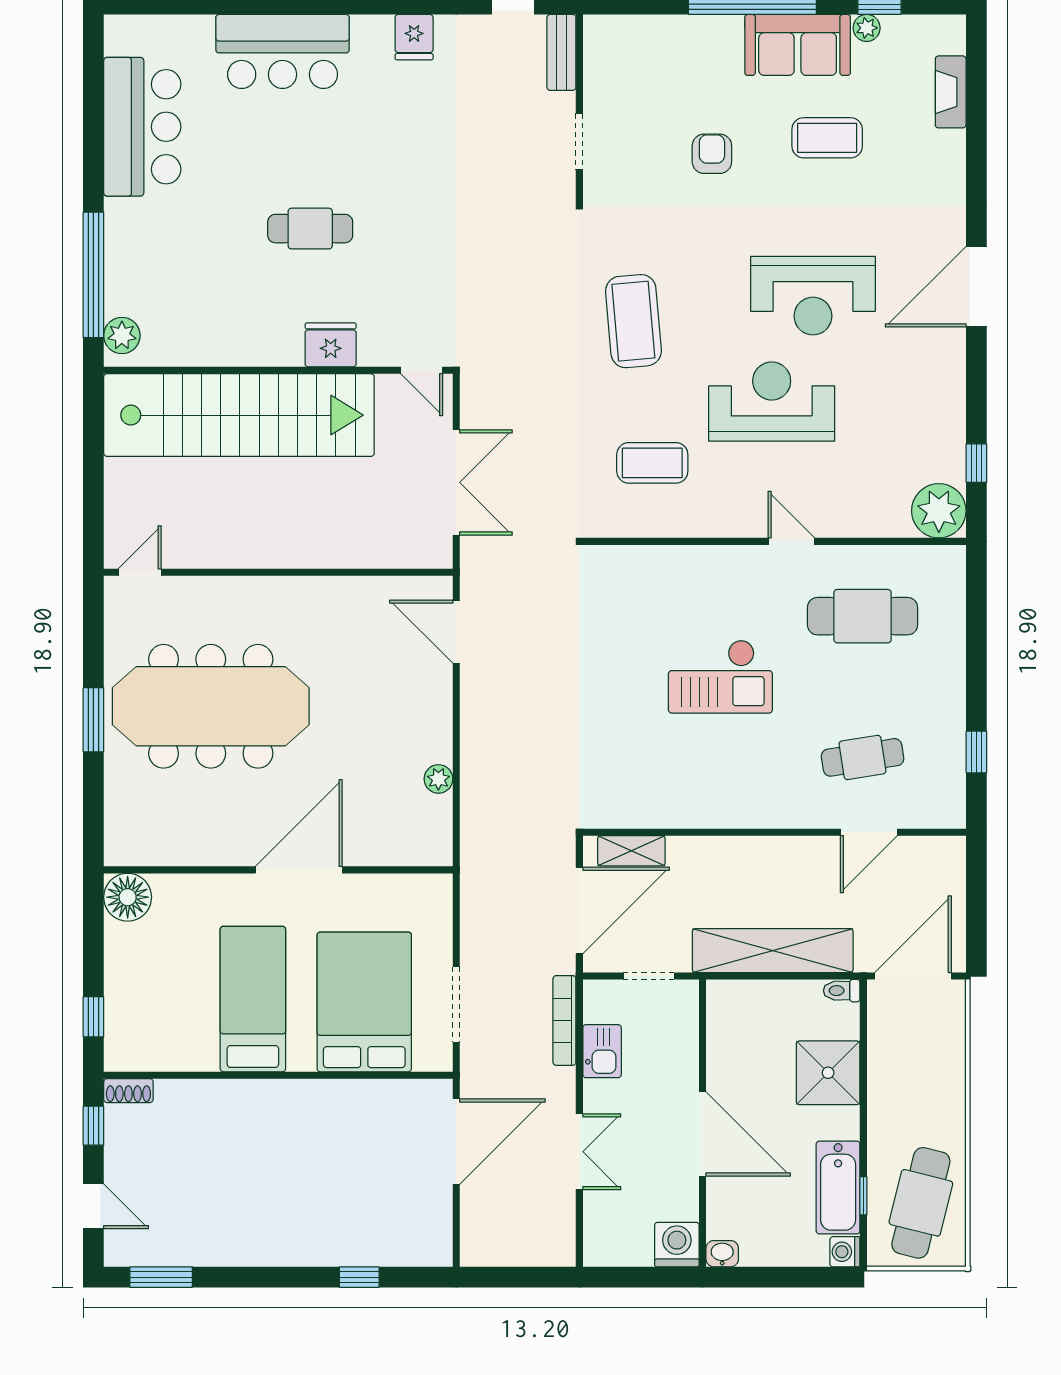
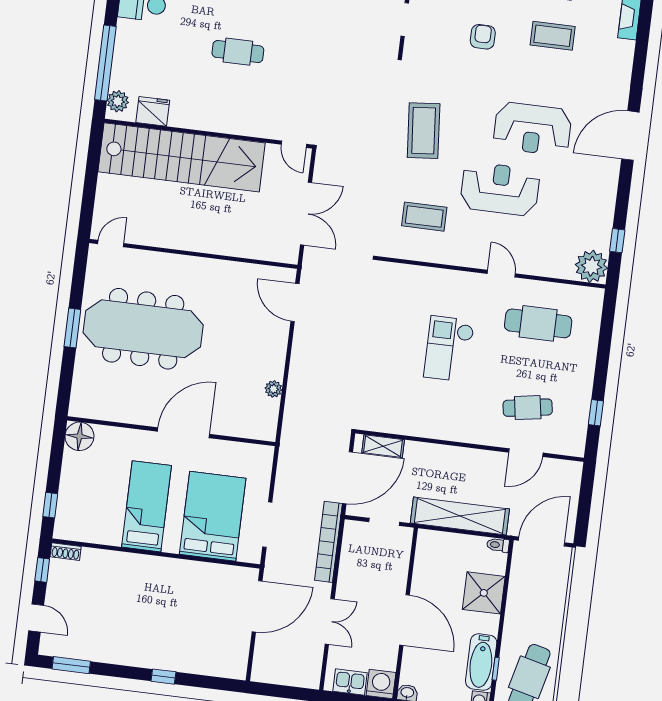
fridge: (331, 345) -> (153, 111), moved
checkout: (720, 677) -> (449, 349), turned 90
bookcase: (564, 1020) -> (328, 542), width x1.48, depth x1.31
kitchen sink: (602, 1051) -> (350, 682), moved, turned -90
window: (359, 1277) -> (163, 677), moved

